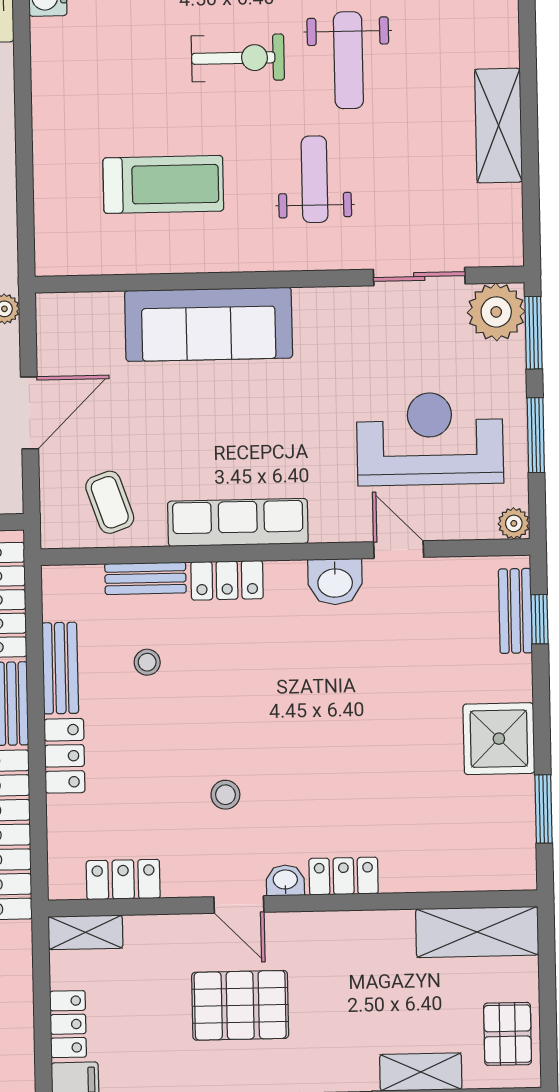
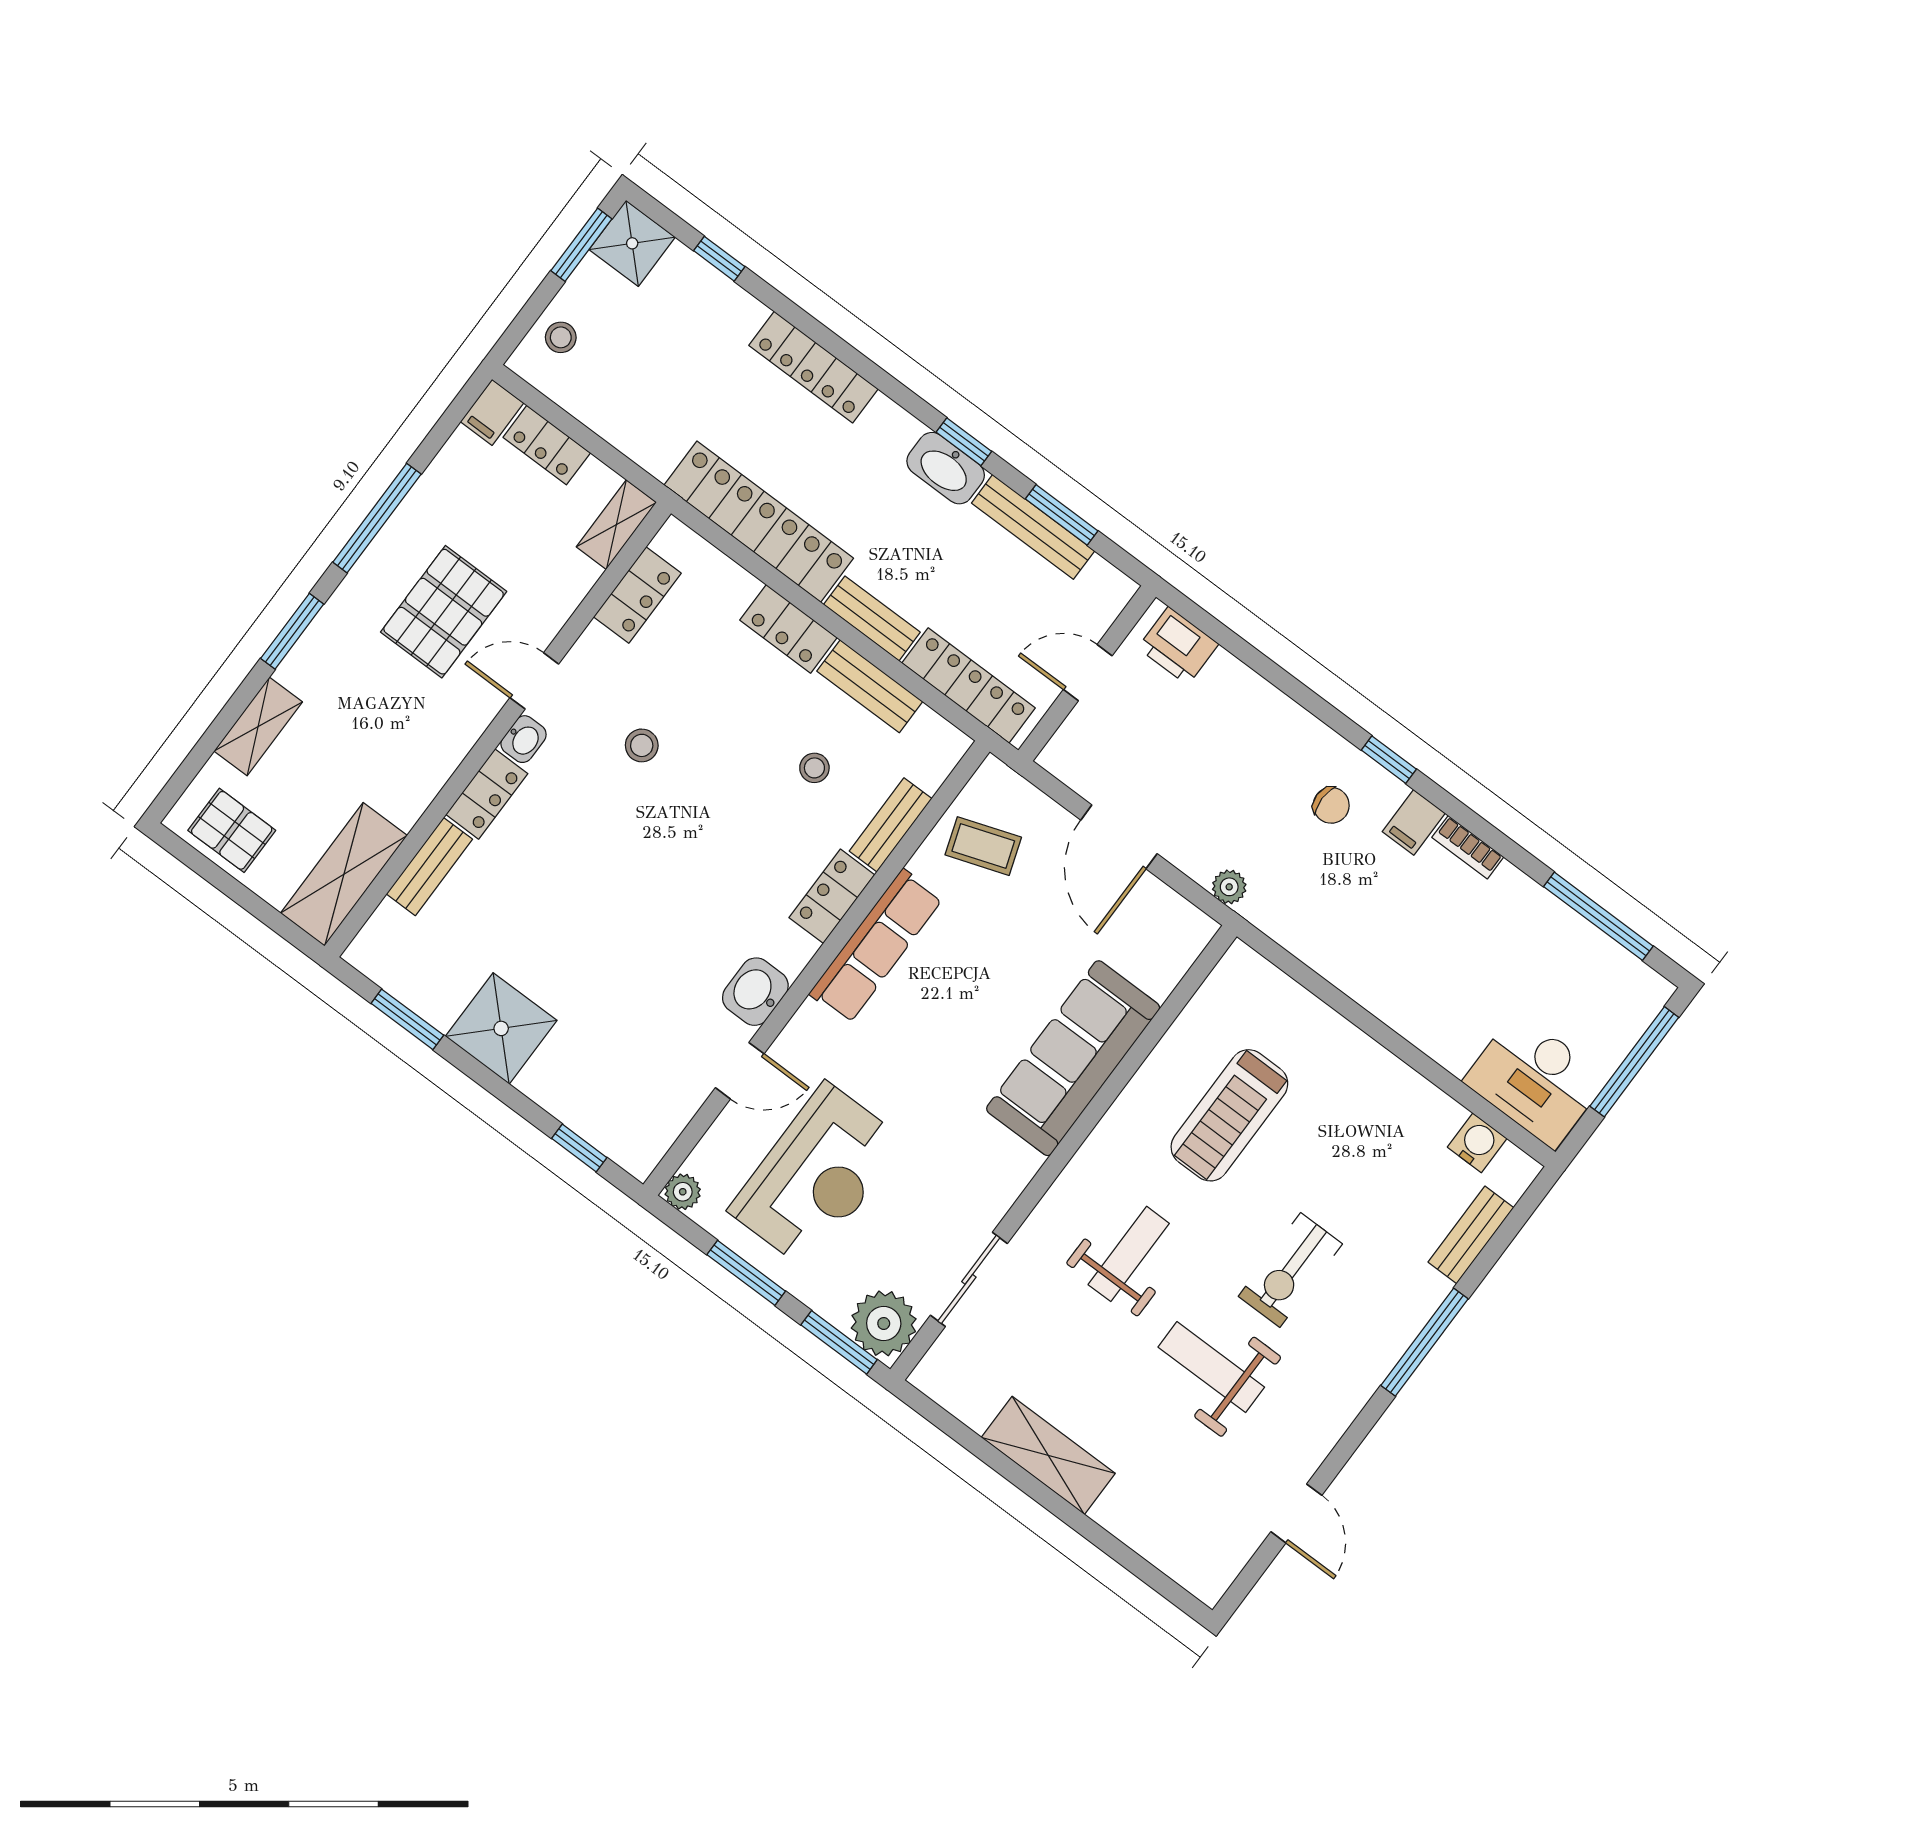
weight bench: (315, 179) -> (1129, 1254), turned -90
bench: (515, 611) -> (429, 867), moved, turned 90

